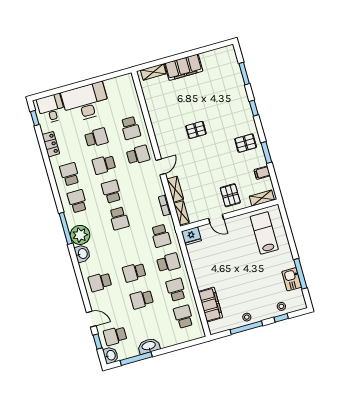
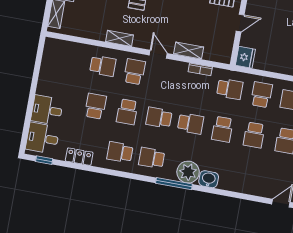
desk: (86, 102) -> (47, 110), width x0.53, depth x0.77
shelving: (181, 213) -> (120, 38), moved
school desk: (100, 282) -> (222, 129), moved

